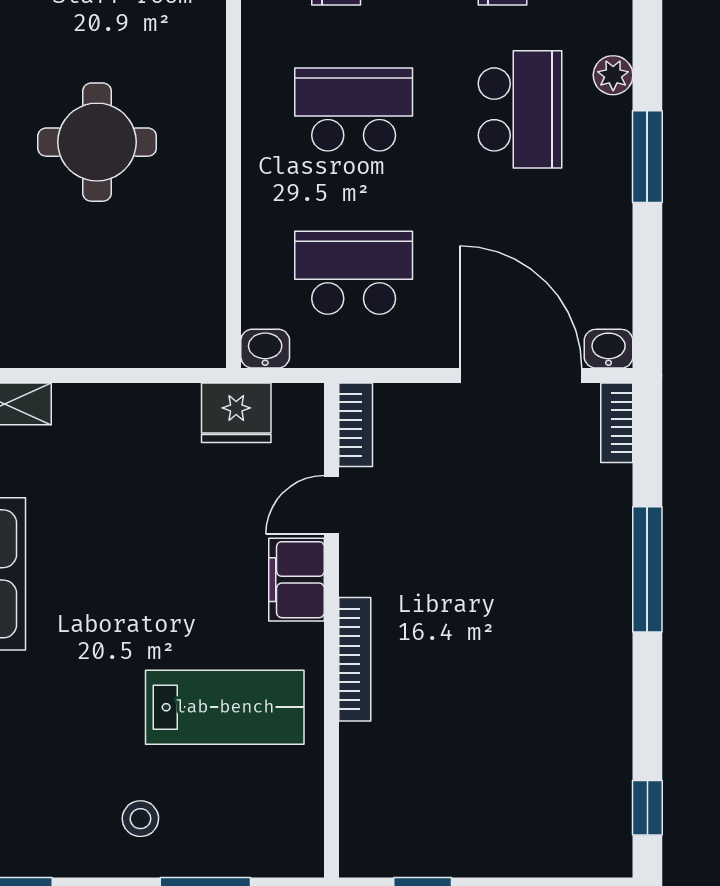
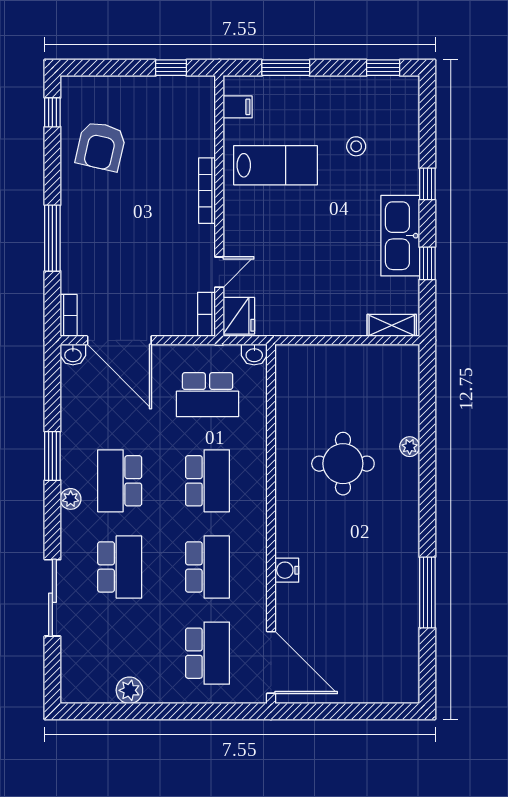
school desk: (354, 109) -> (208, 481), turned -90
fridge: (236, 413) -> (239, 316), moved, turned 90
filing cabinet: (297, 580) -> (238, 107), moved, width x0.50
lab bench: (225, 707) -> (276, 165), turned 180
armchair: (556, 744) -> (101, 146), added
stool: (140, 819) -> (356, 146), moved

